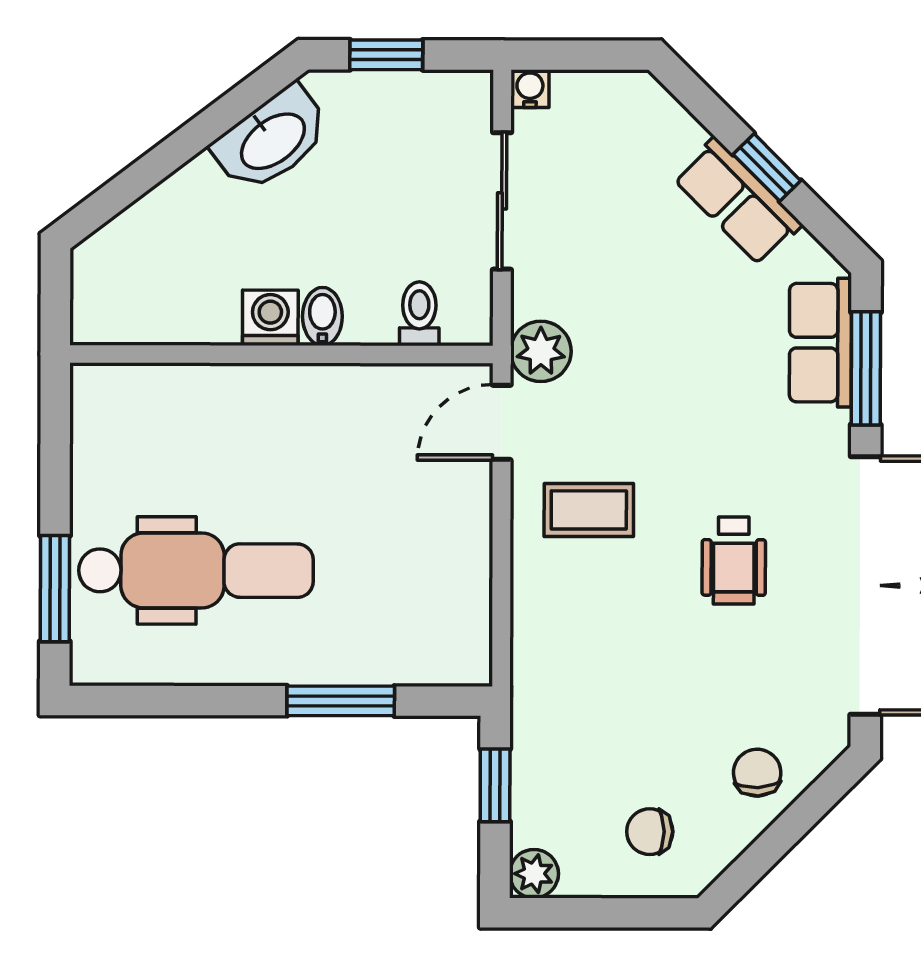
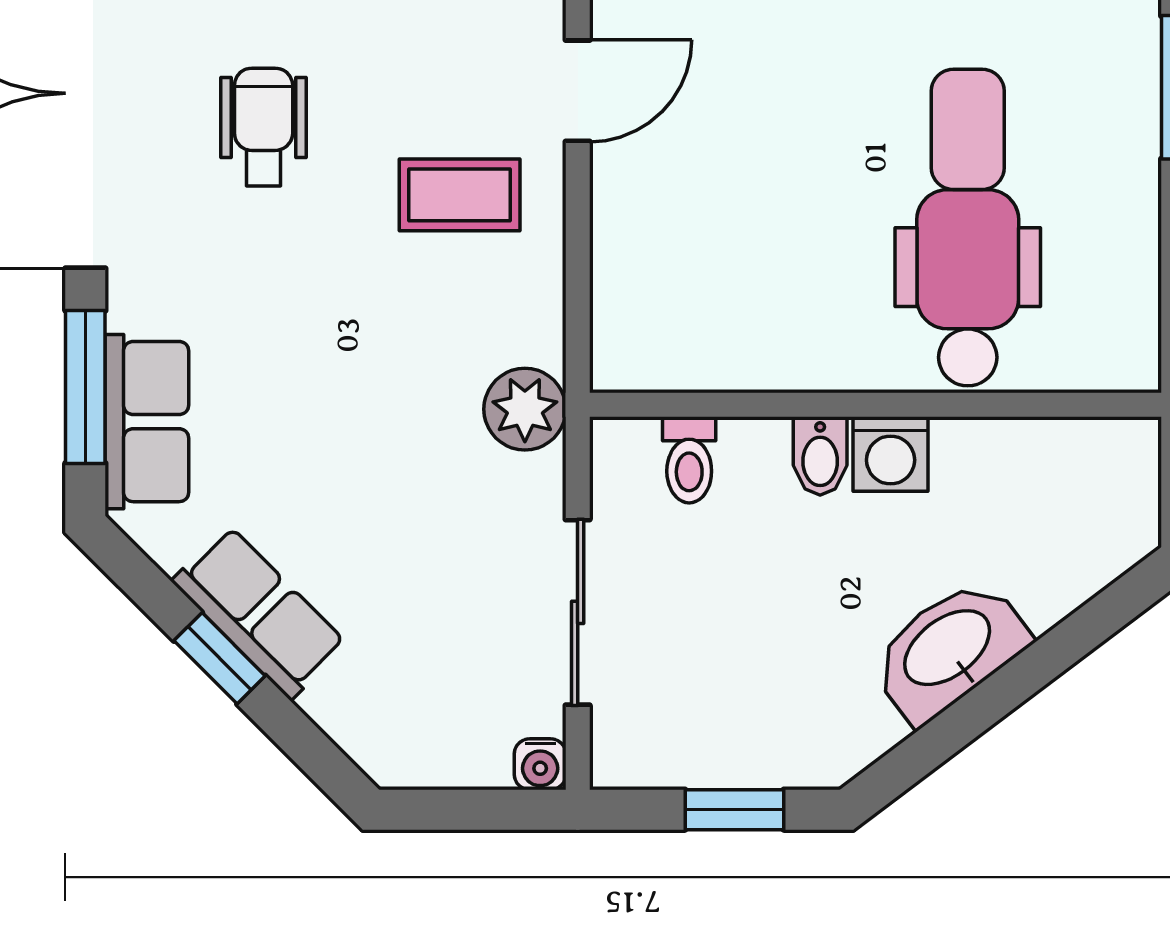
washbasin: (272, 140) -> (949, 650), moved
door: (502, 422) -> (578, 91), moved
dental chair: (196, 570) -> (968, 228), moved, turned 90

